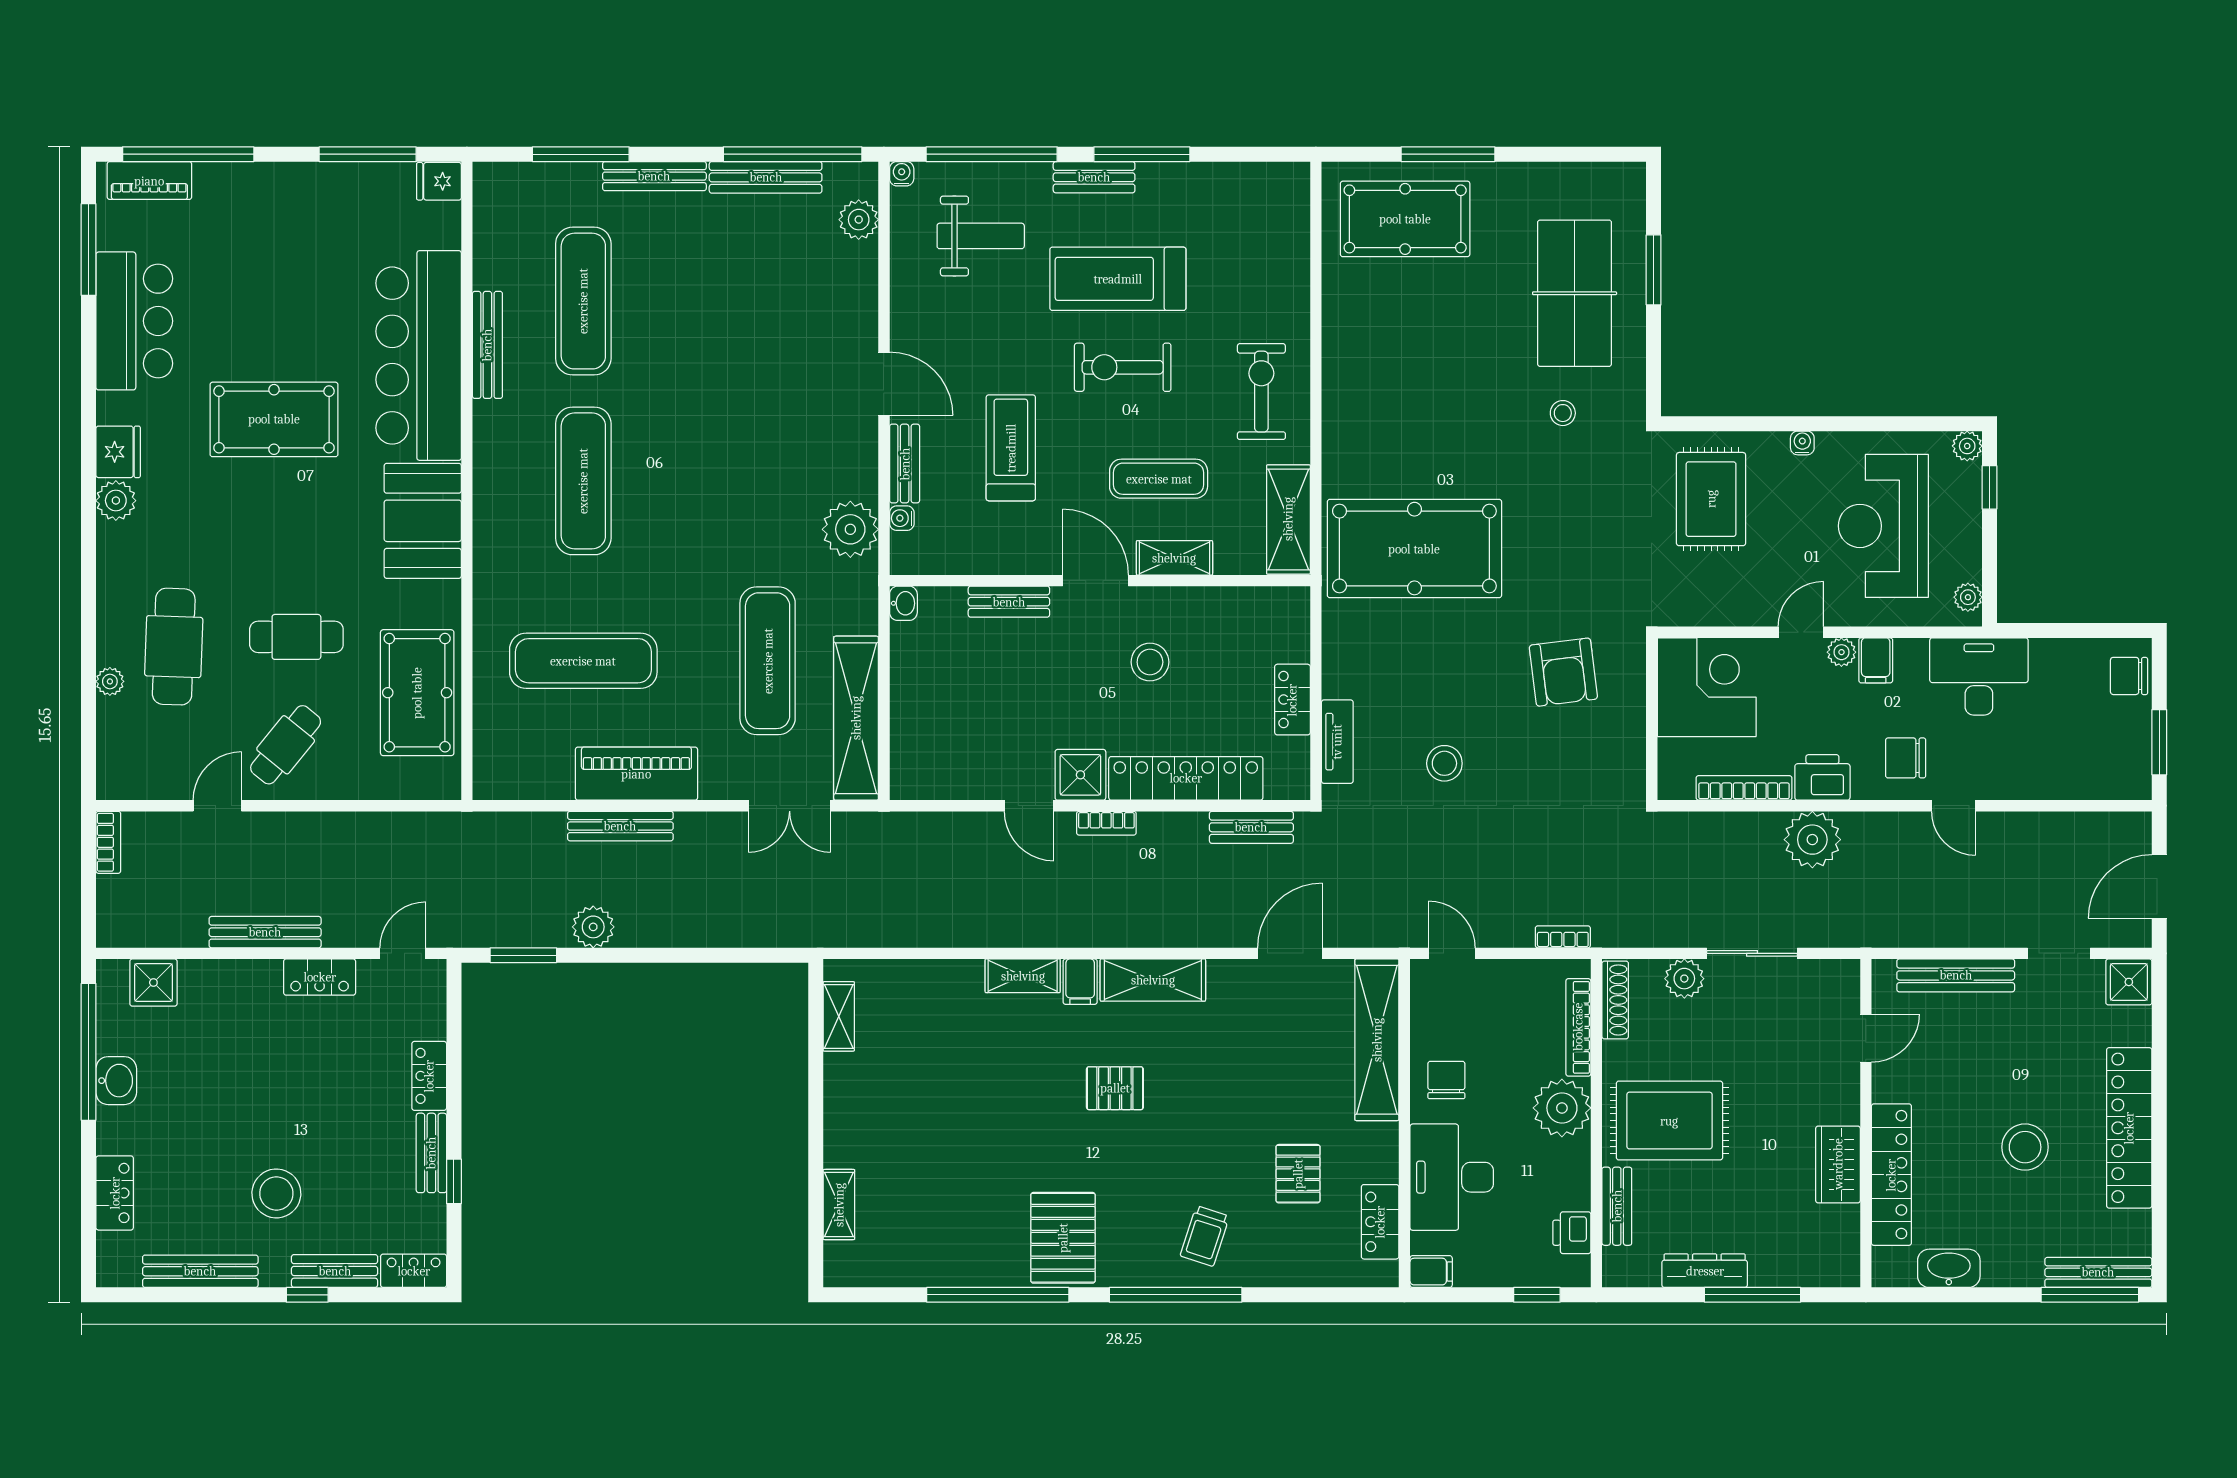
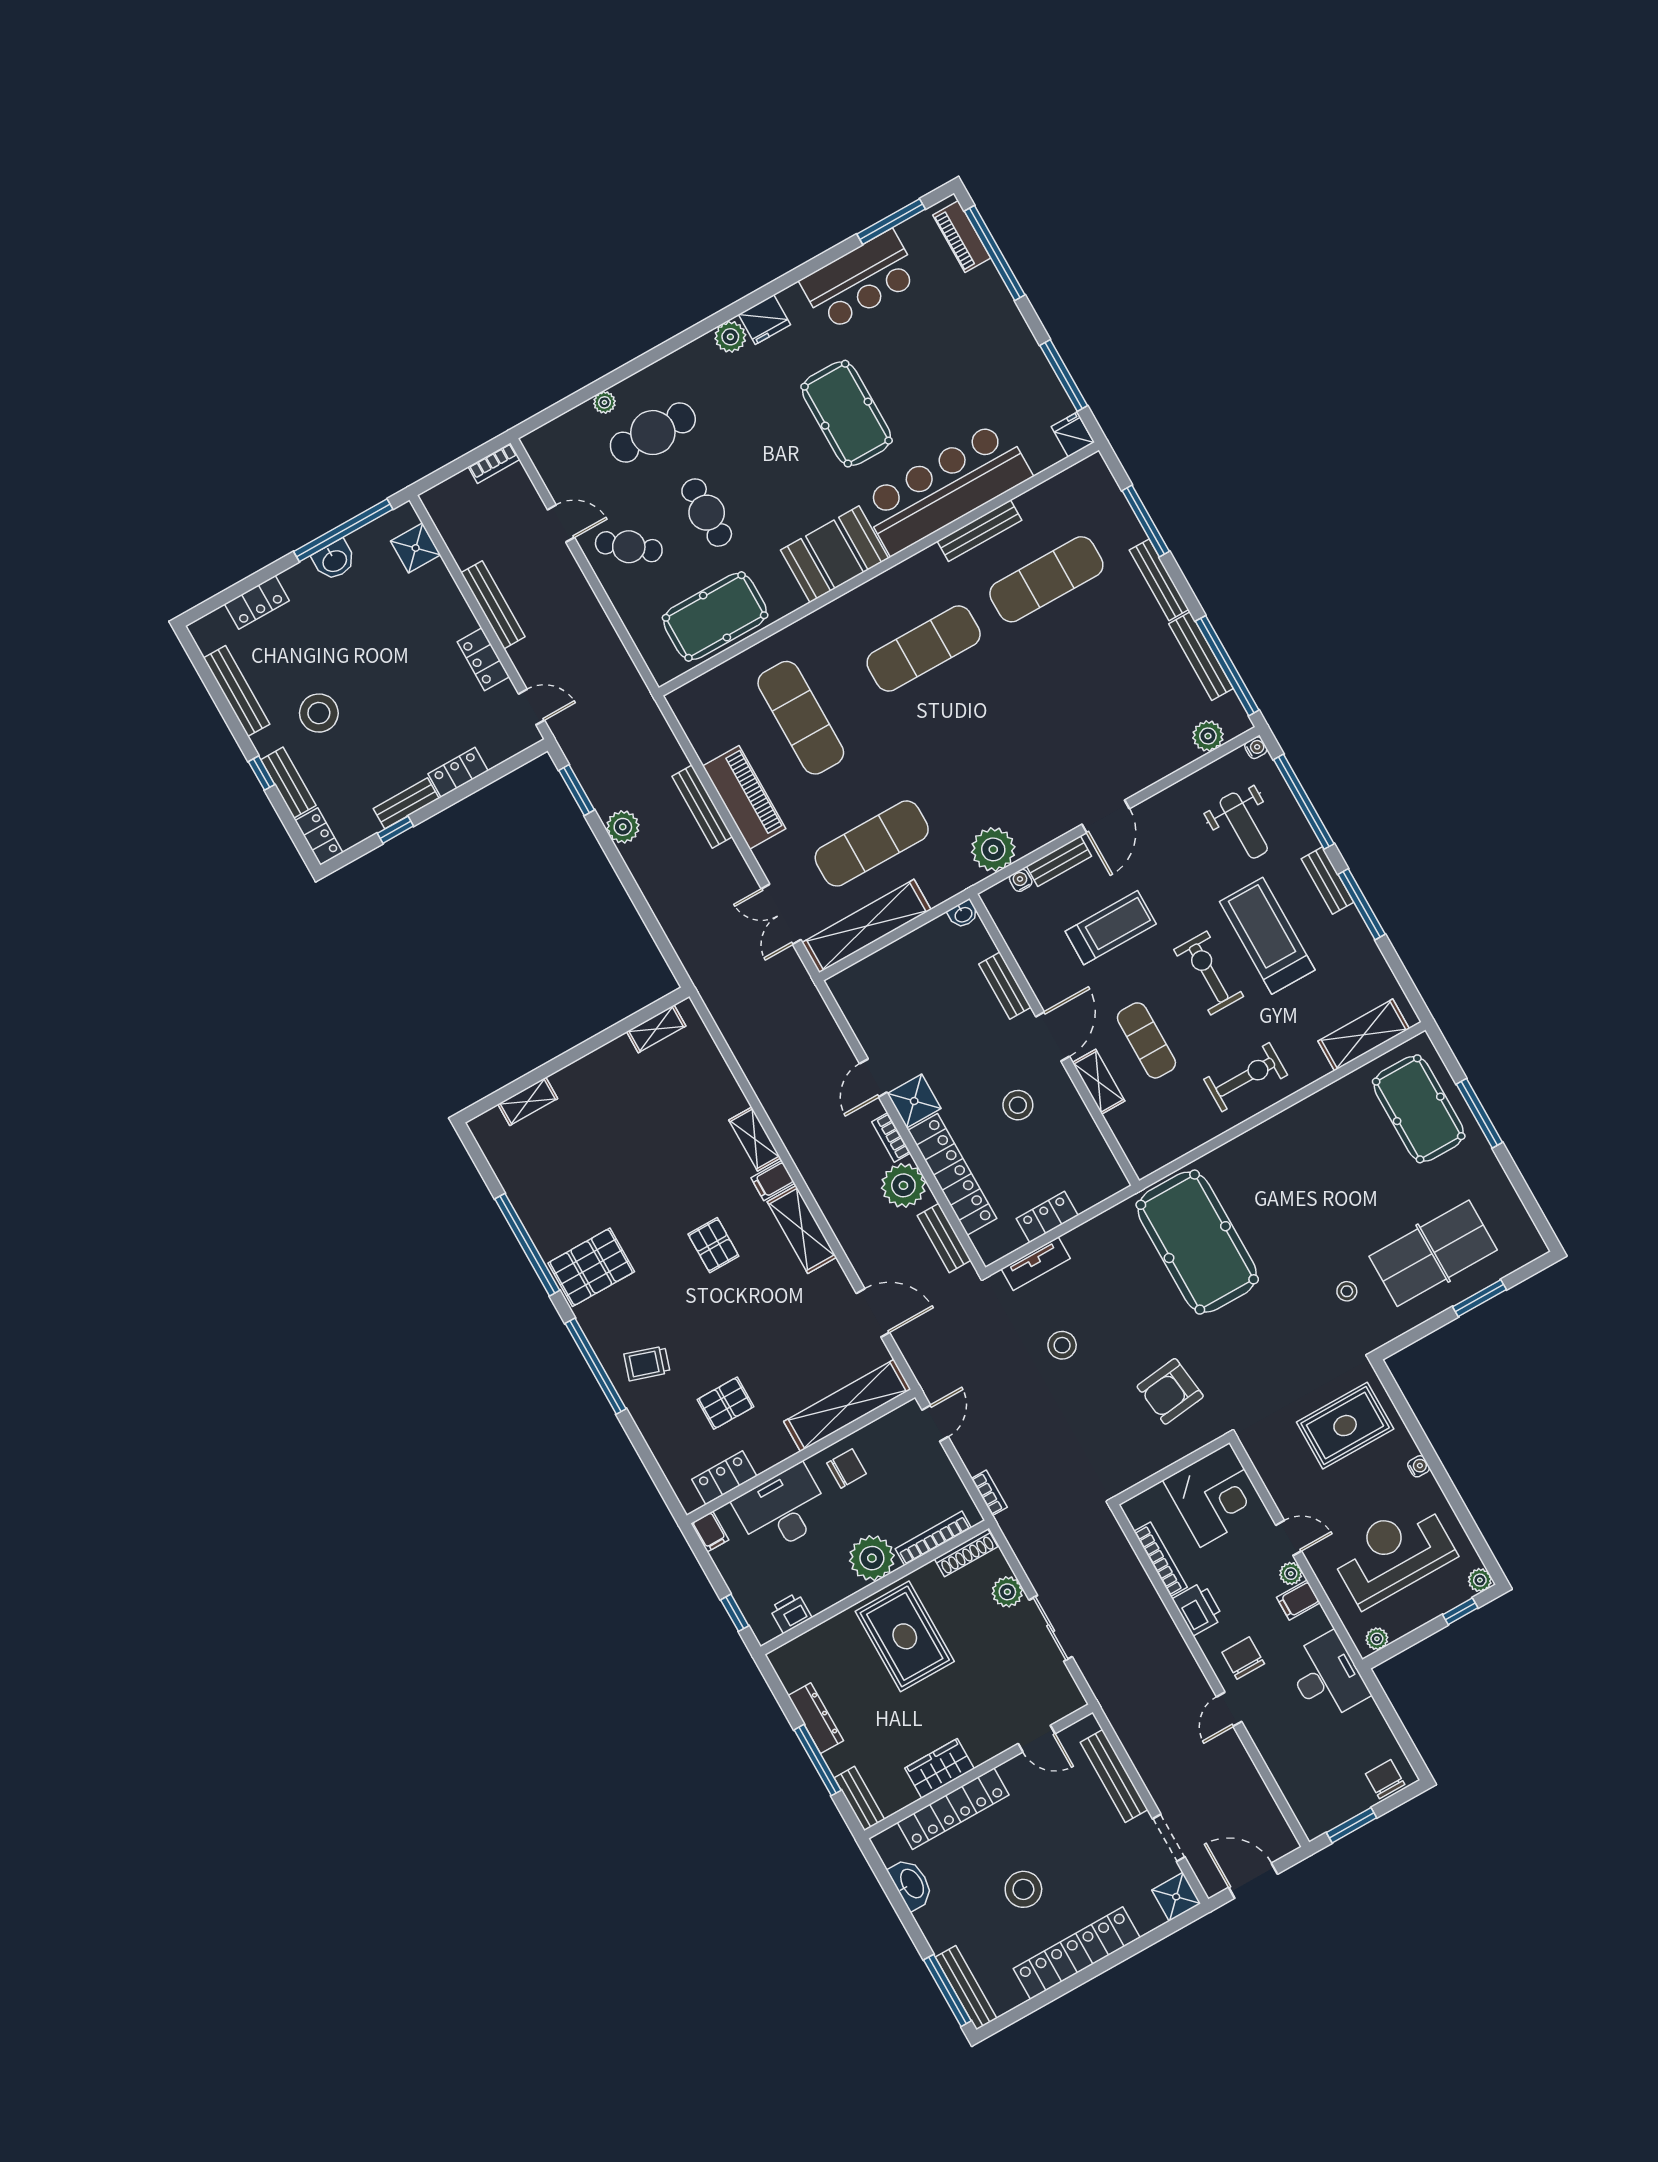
shelving: (1288, 519) -> (1364, 1035), moved
plant: (1812, 840) -> (903, 1185), moved
bench: (1617, 1206) -> (859, 1798), moved, turned 90

